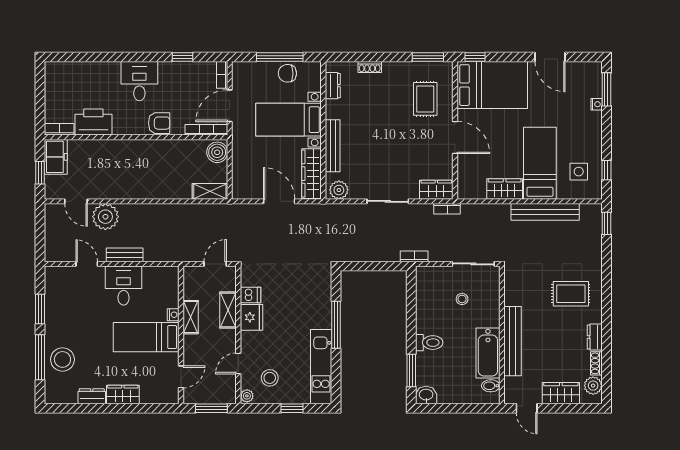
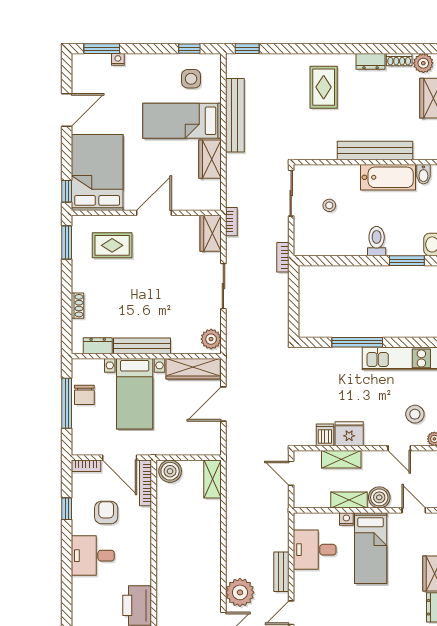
armchair: (159, 123) -> (106, 513), moved
bench: (333, 146) -> (142, 346), moved
desk: (124, 286) -> (315, 550), moved
boiler: (193, 345) -> (379, 497), added

